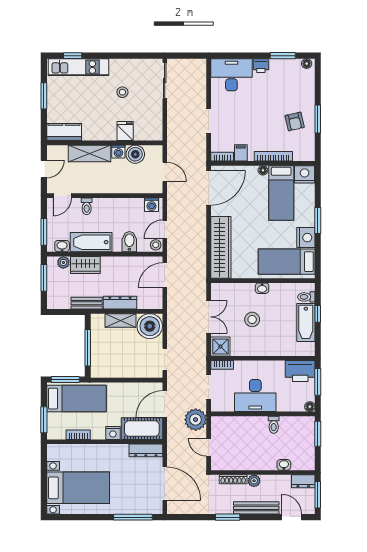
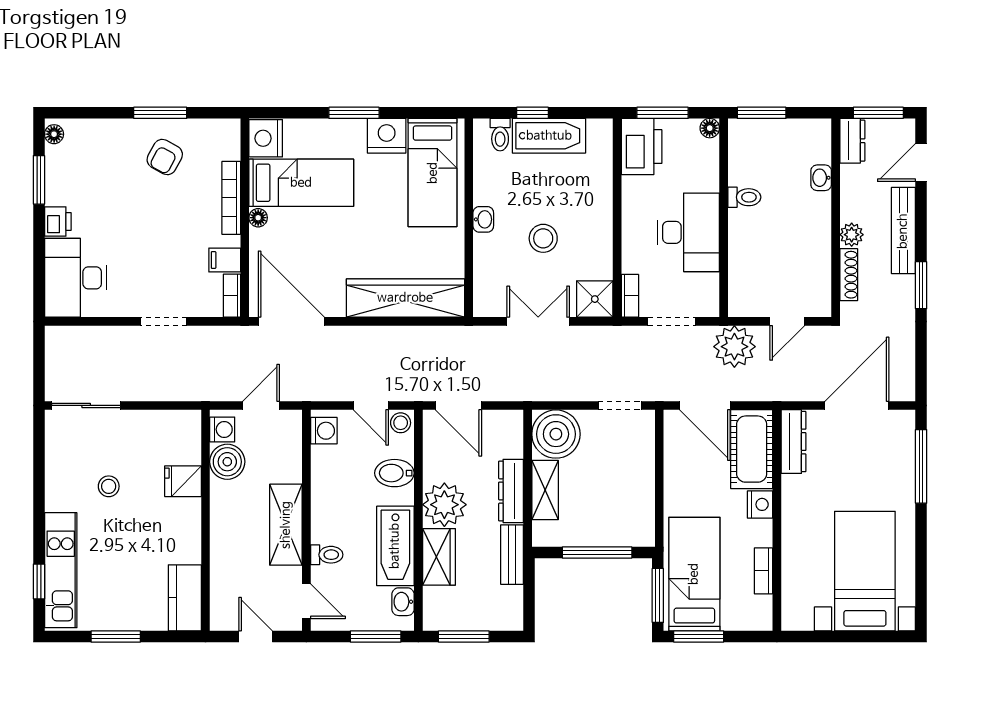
armchair: (295, 122) -> (165, 157), turned 131
washing machine: (118, 152) -> (222, 429), moved
shelving: (90, 154) -> (286, 525), moved
plant: (63, 262) -> (444, 505), moved, width x1.88, depth x1.88
window: (44, 420) -> (699, 636), moved

